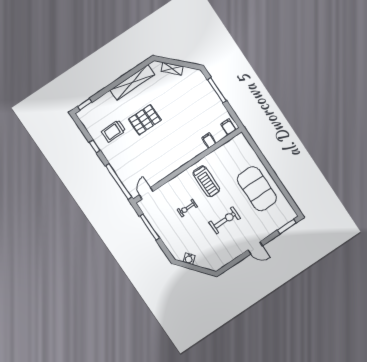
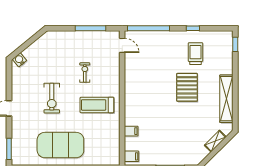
water cooler: (189, 259) -> (20, 60), moved

